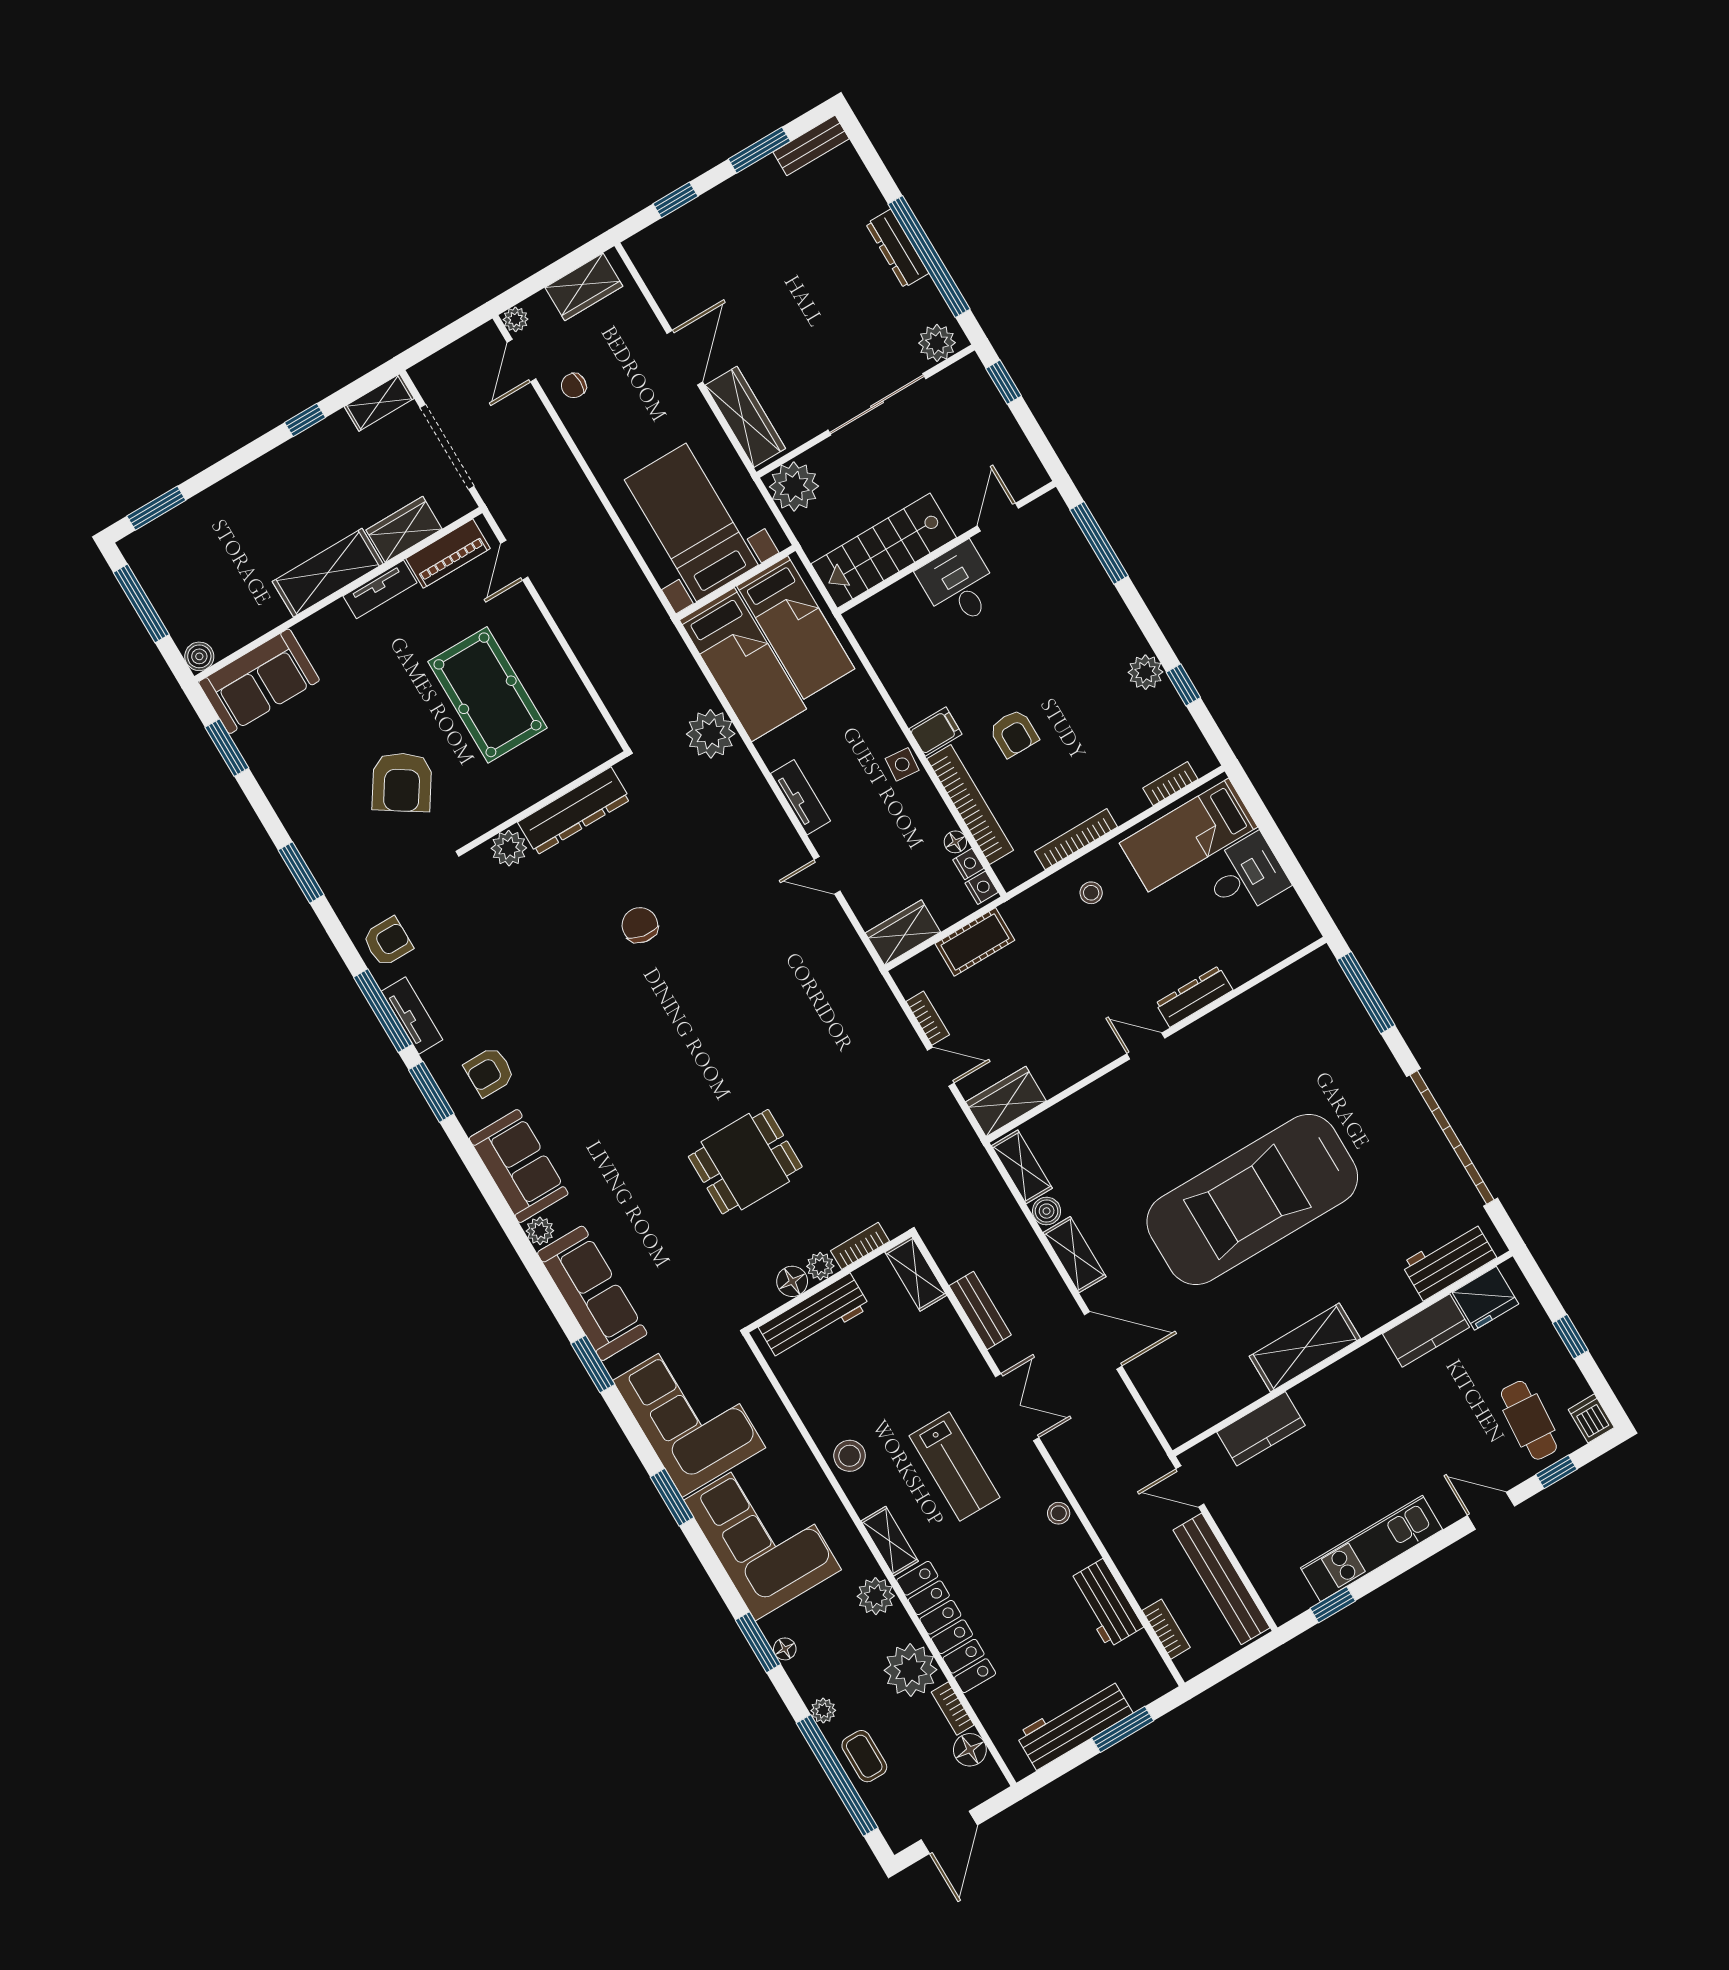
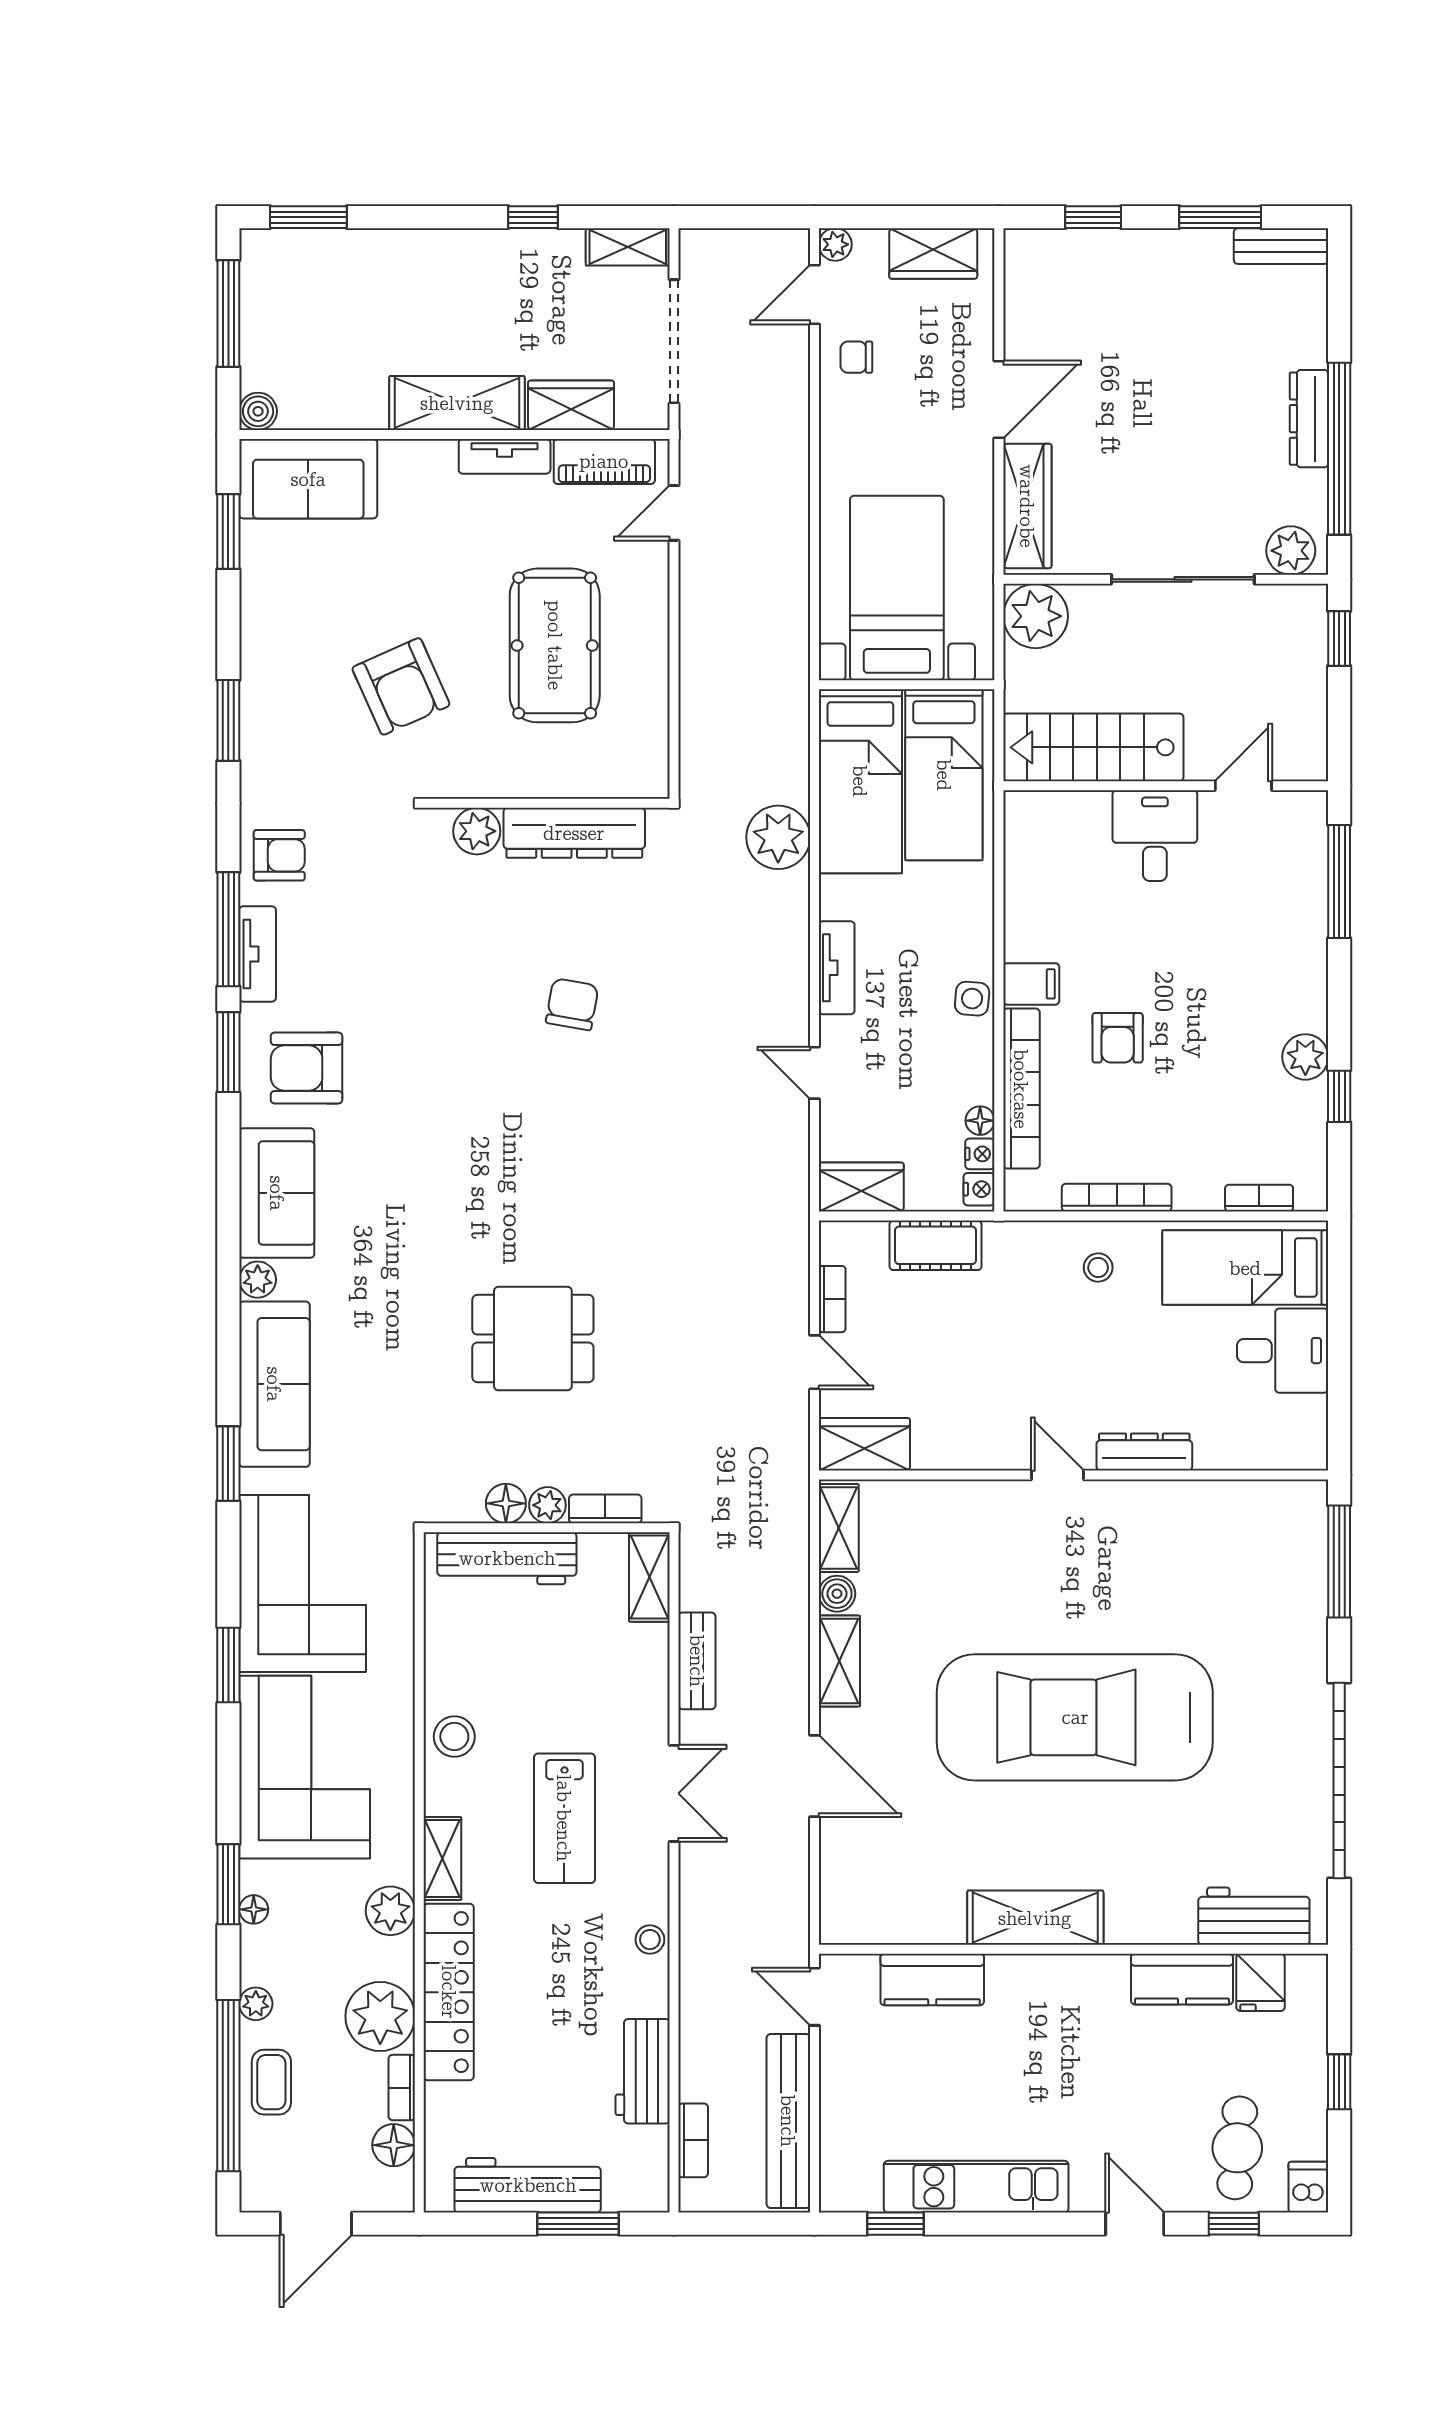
armchair: (402, 782) -> (401, 686), turned -57
armchair: (489, 1072) -> (307, 1068), width x1.38, depth x1.38
fridge: (1485, 1298) -> (1261, 1982), width x0.72

